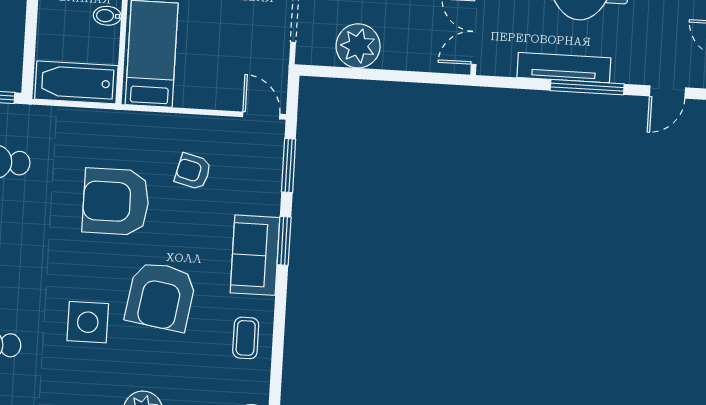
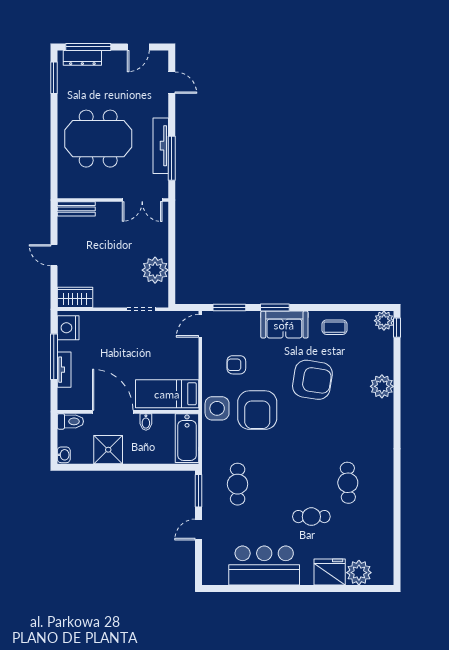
window: (587, 87) -> (172, 158), moved
armchair: (193, 171) -> (236, 365), turned 76
side table: (88, 322) -> (217, 408), moved

